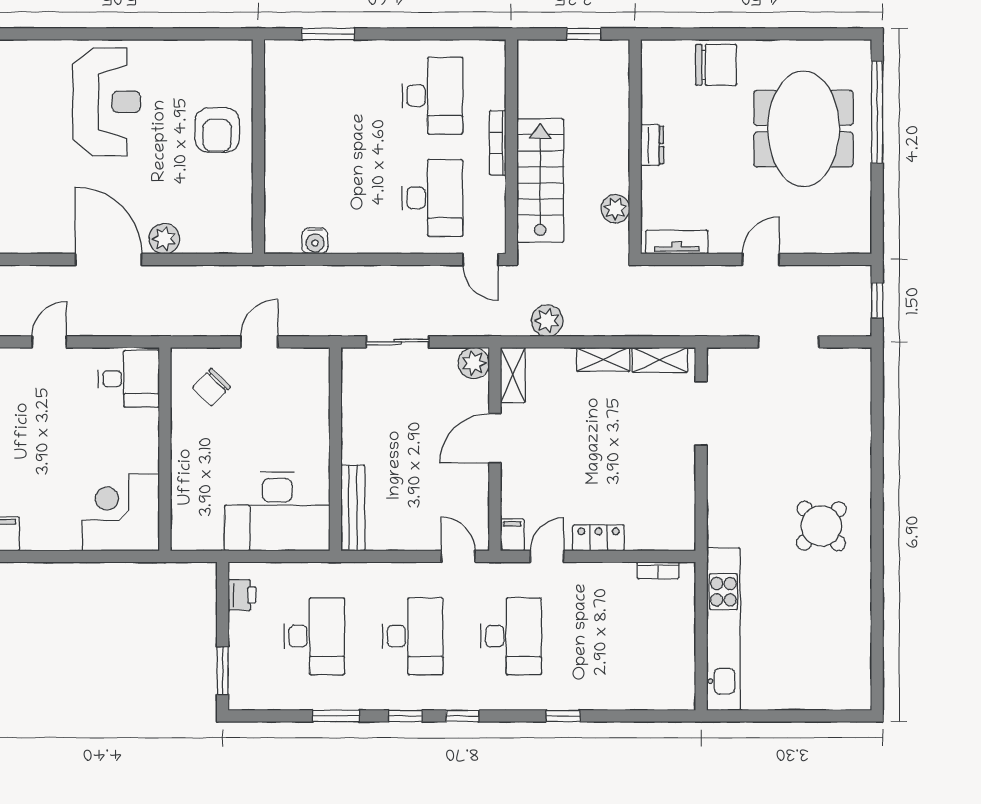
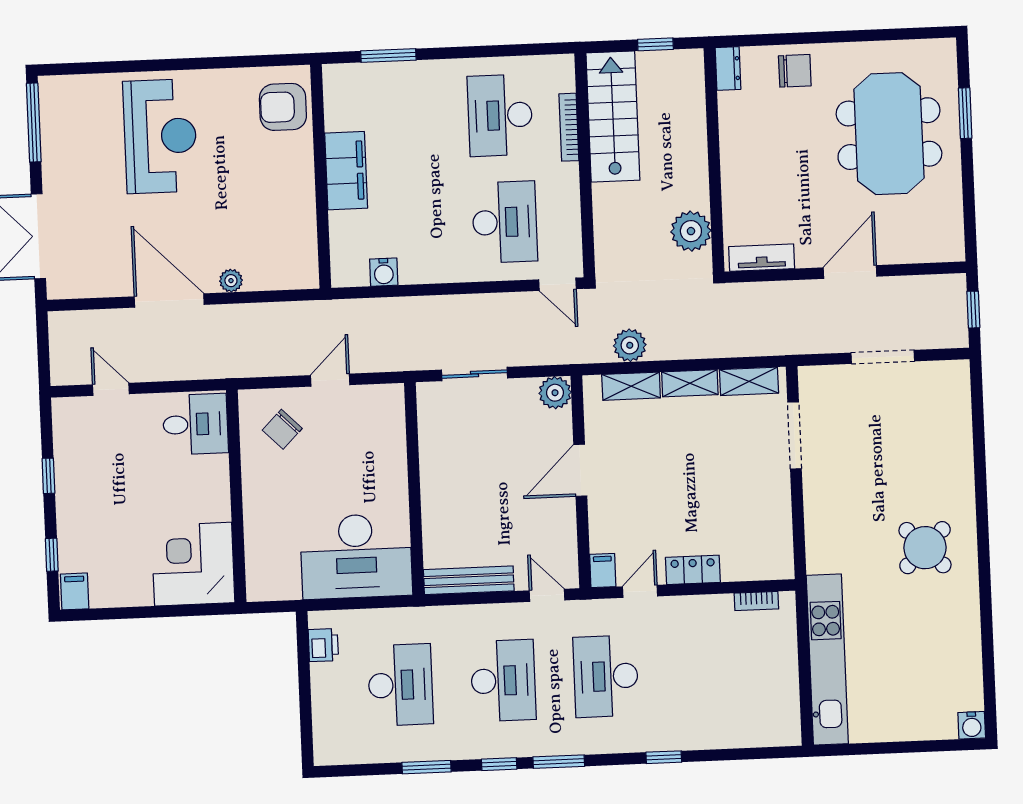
chair: (716, 65) -> (795, 71), width x0.73, depth x0.73
desk: (432, 96) -> (500, 115), turned 180
window: (877, 112) -> (965, 113), width x0.47
armchair: (217, 130) -> (283, 107), moved, turned 90
filing cabinet: (283, 142) -> (346, 171), added
bookcase: (498, 143) -> (569, 127), moved
dresser: (652, 145) -> (728, 68), moved
stairs: (540, 180) -> (613, 117), moved
plant: (615, 209) -> (691, 231), width x1.36, depth x1.36
plant: (164, 239) -> (231, 281), width x0.73, depth x0.73
door: (761, 259) -> (850, 272), width x1.38
door: (49, 342) -> (111, 389), hinge flipped
shelving: (513, 375) -> (631, 386), moved, turned 90
bench: (353, 508) -> (469, 580), moved, turned 90
desk: (511, 636) -> (606, 676), turned 180
window: (223, 671) -> (306, 725), removed
water cooler: (859, 698) -> (972, 725), added
window: (463, 716) -> (559, 762), width x1.50

